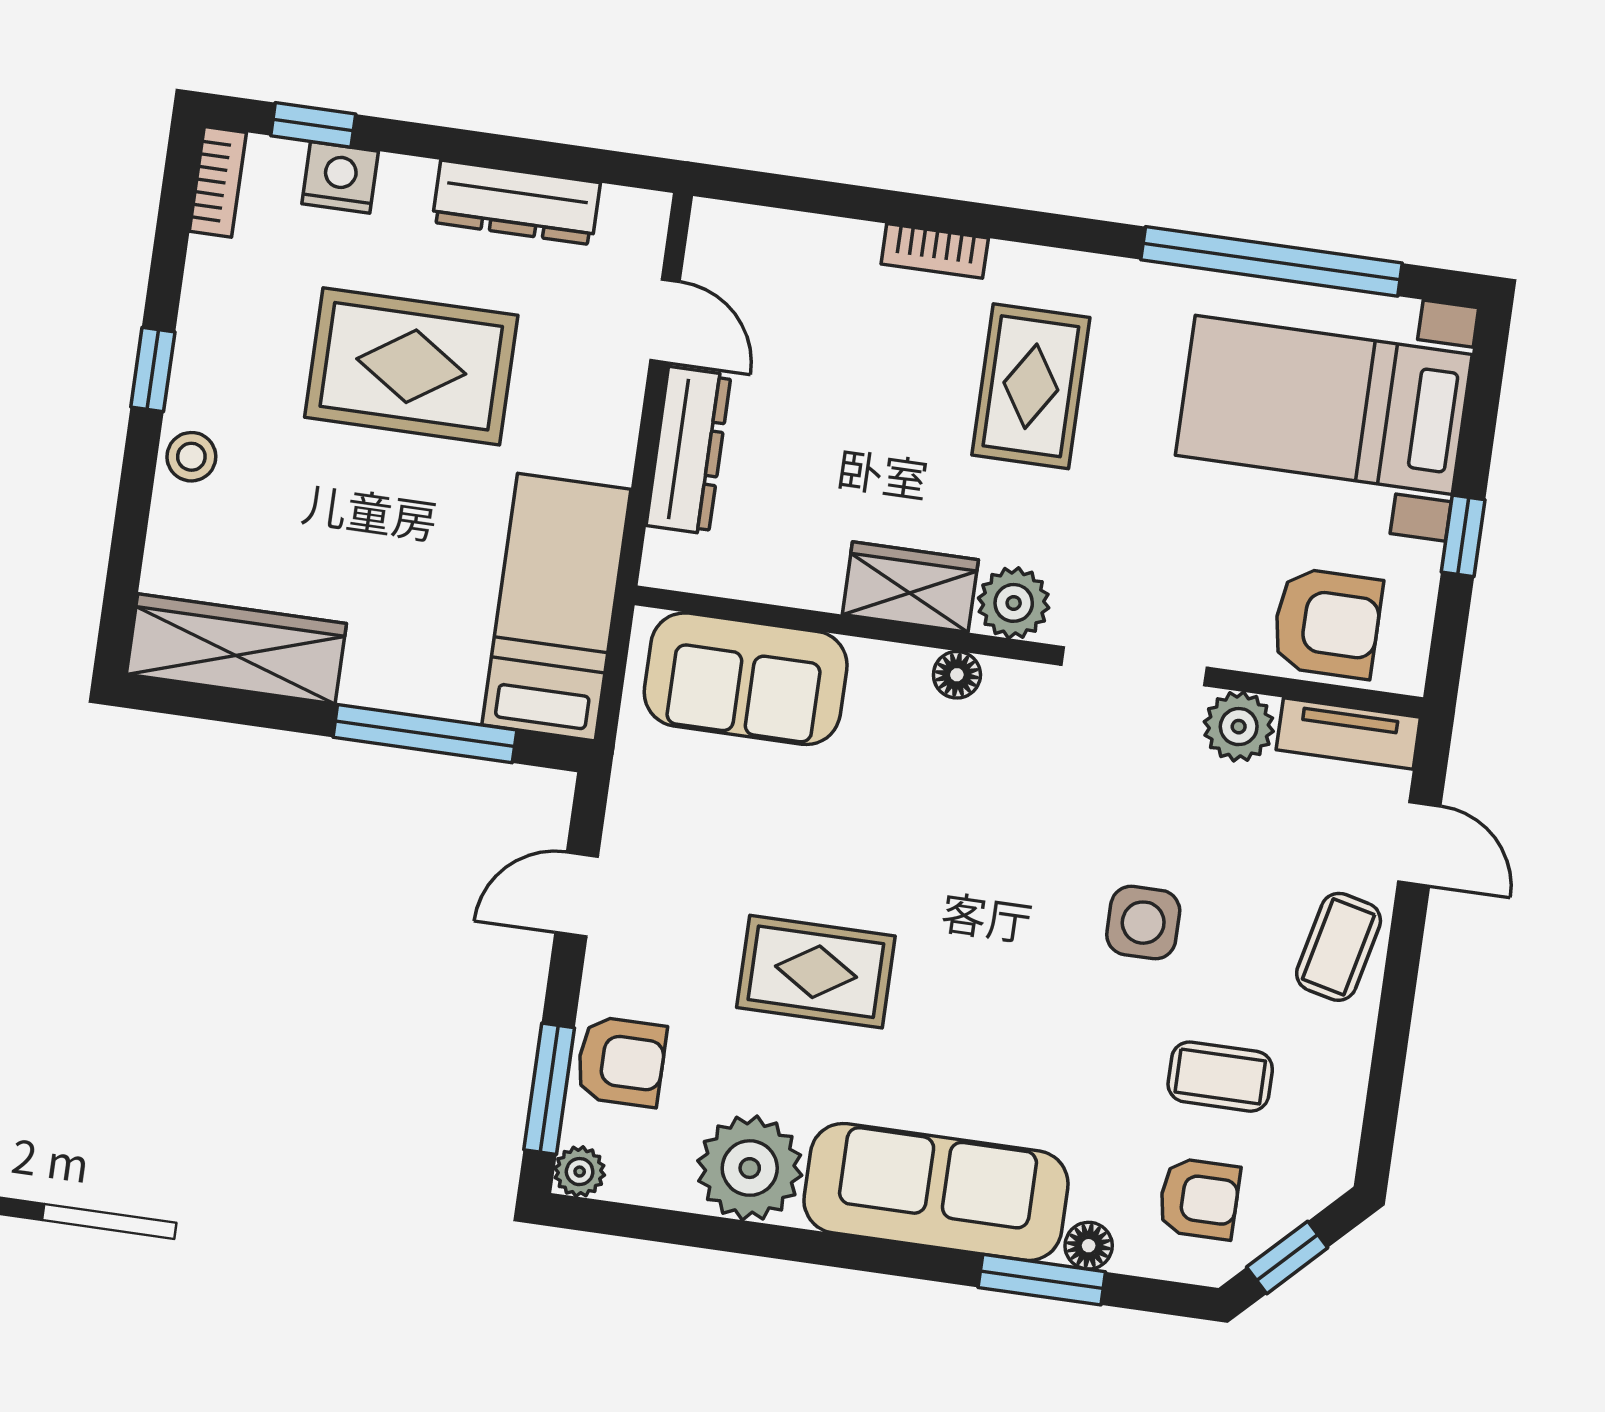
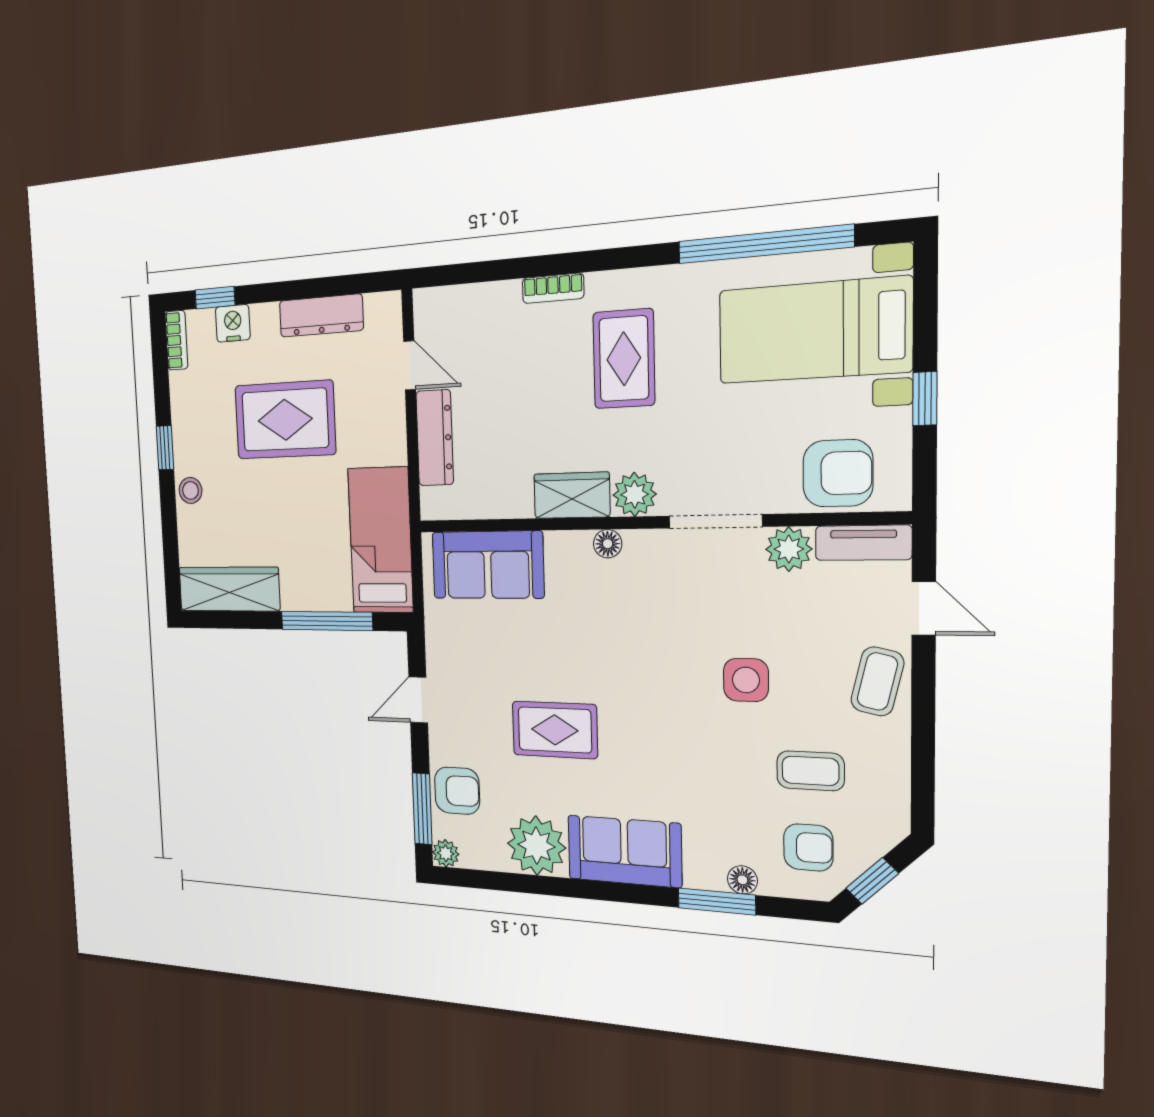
sofa: (936, 1192) -> (624, 851), width x0.73

